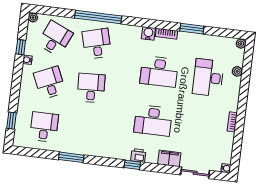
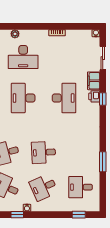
desk: (159, 72) -> (23, 98), turned 180
printer: (138, 155) -> (94, 96), moved
window: (132, 165) -> (103, 99), moved

